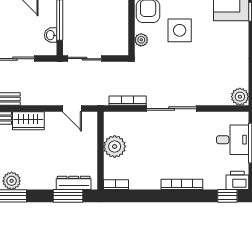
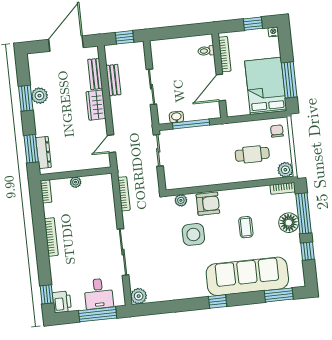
sliding door: (172, 109) -> (123, 252), moved
plant: (115, 147) -> (76, 182), width x0.53, depth x0.53
bookcase: (182, 184) -> (51, 237), moved

